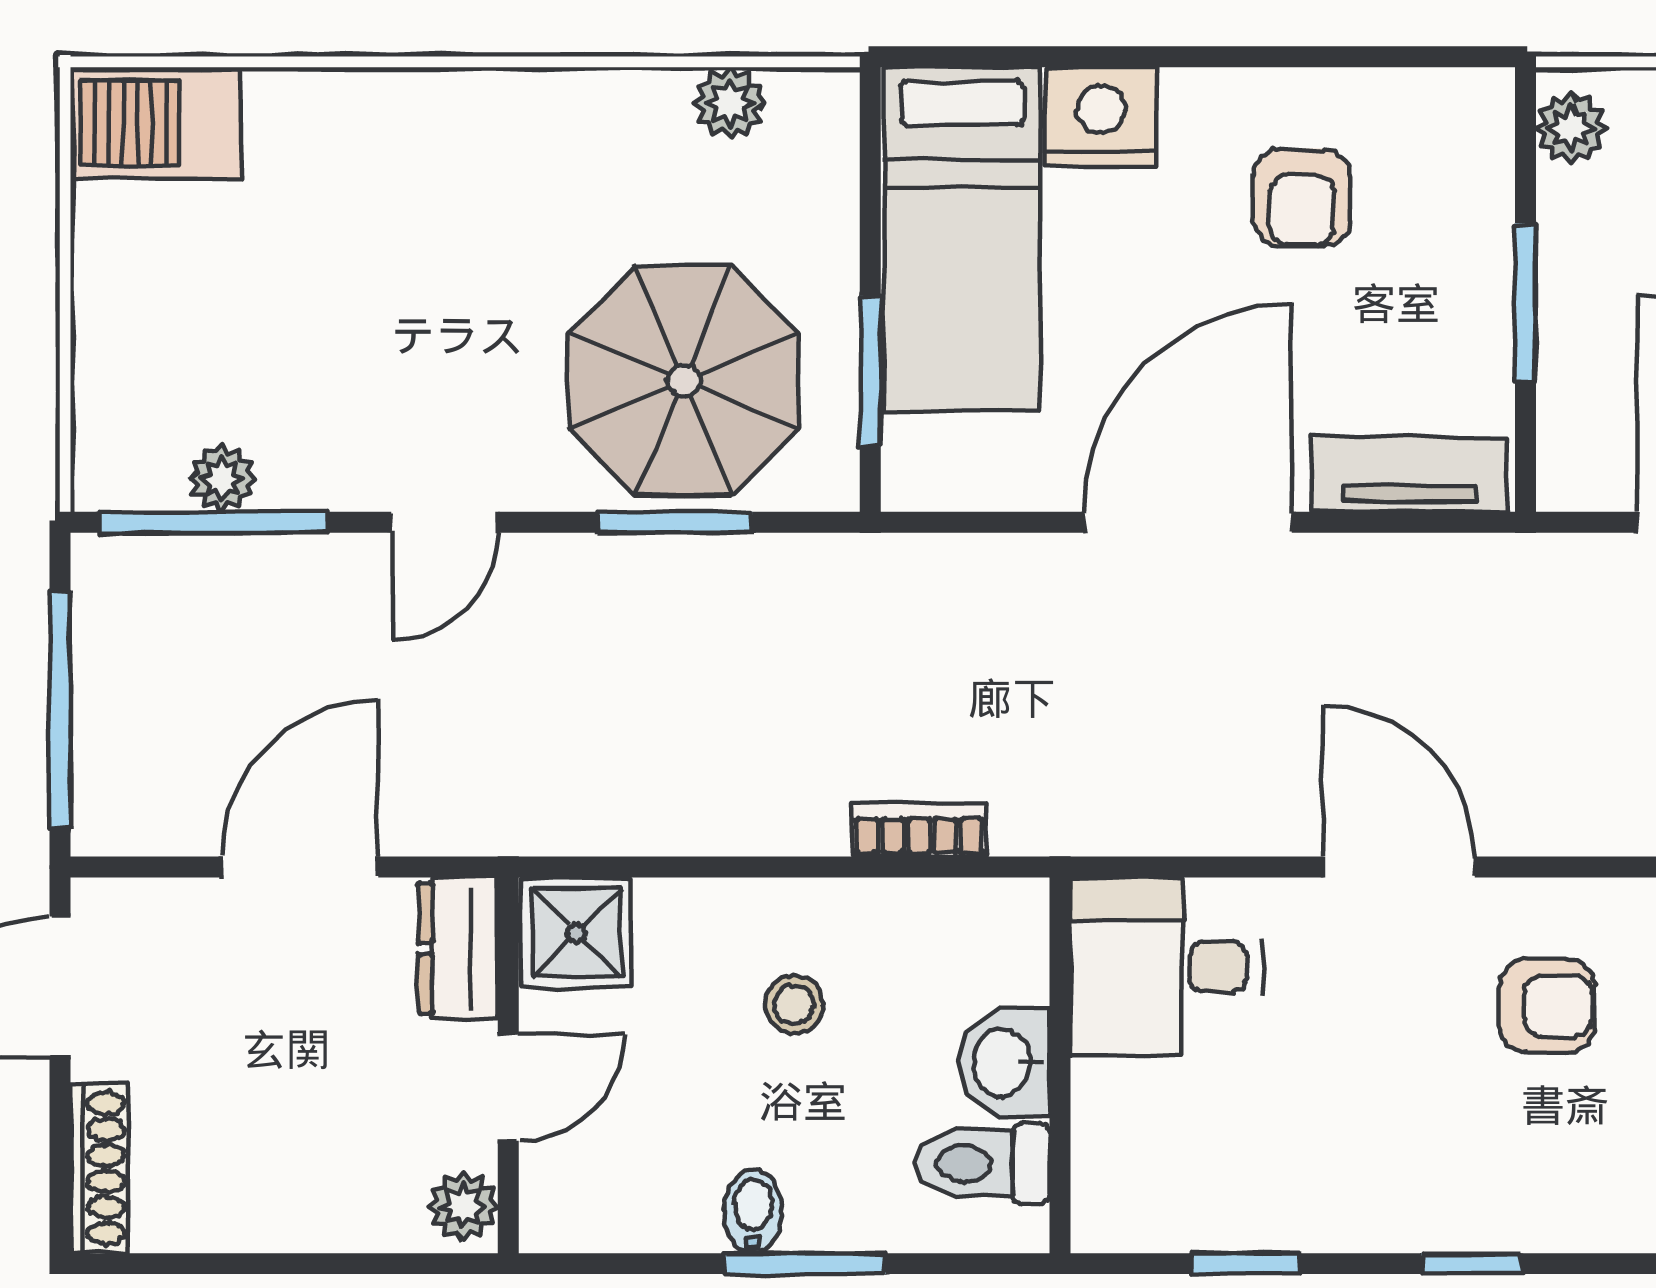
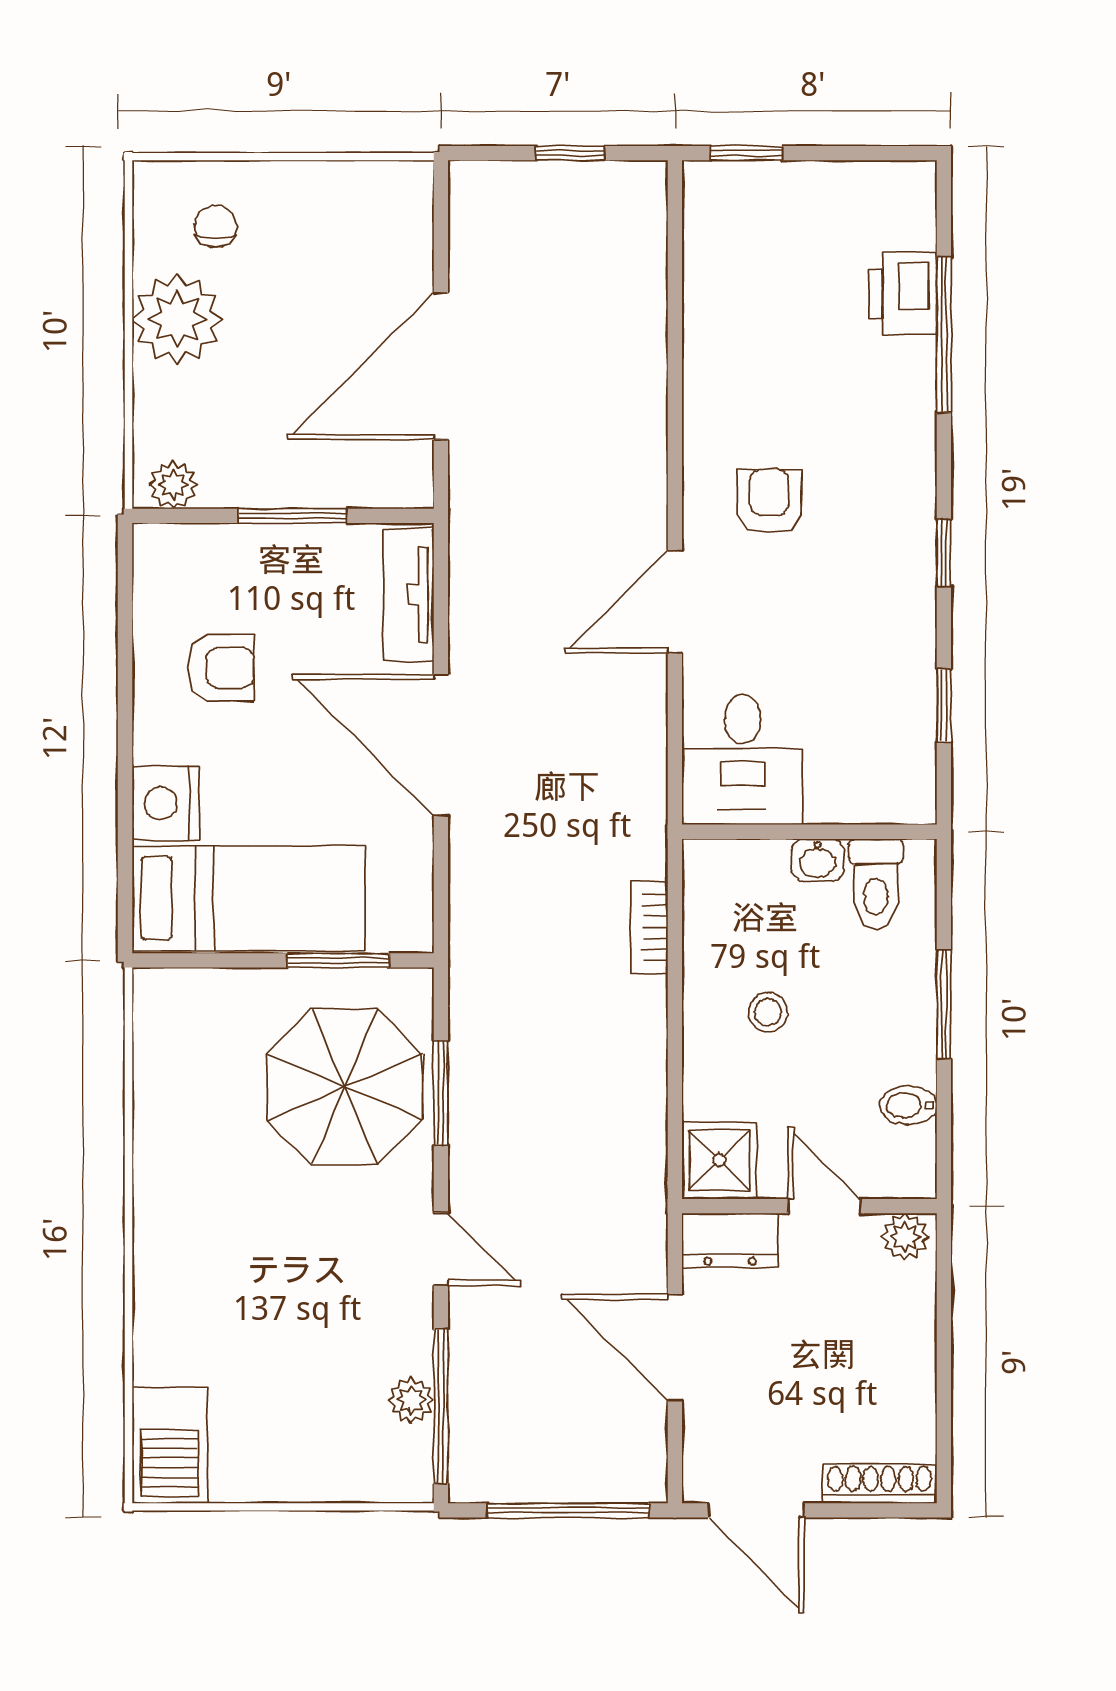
plant: (730, 103) -> (157, 1056), removed
washbasin: (1004, 1062) -> (818, 860), width x0.72, depth x0.69
bidet: (753, 1211) -> (908, 1105), moved

